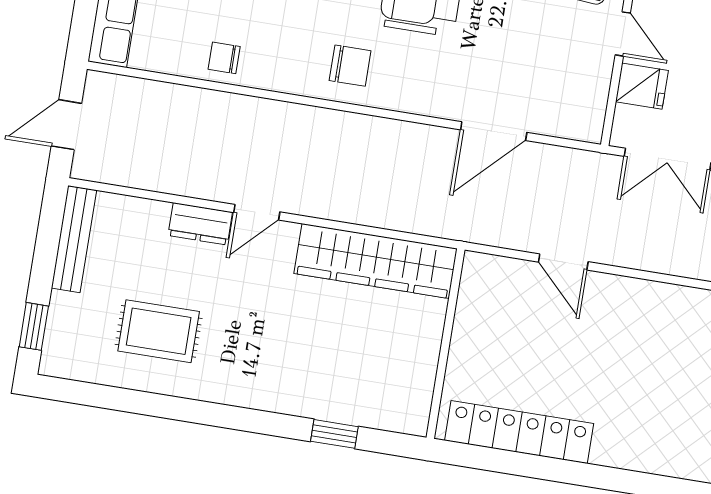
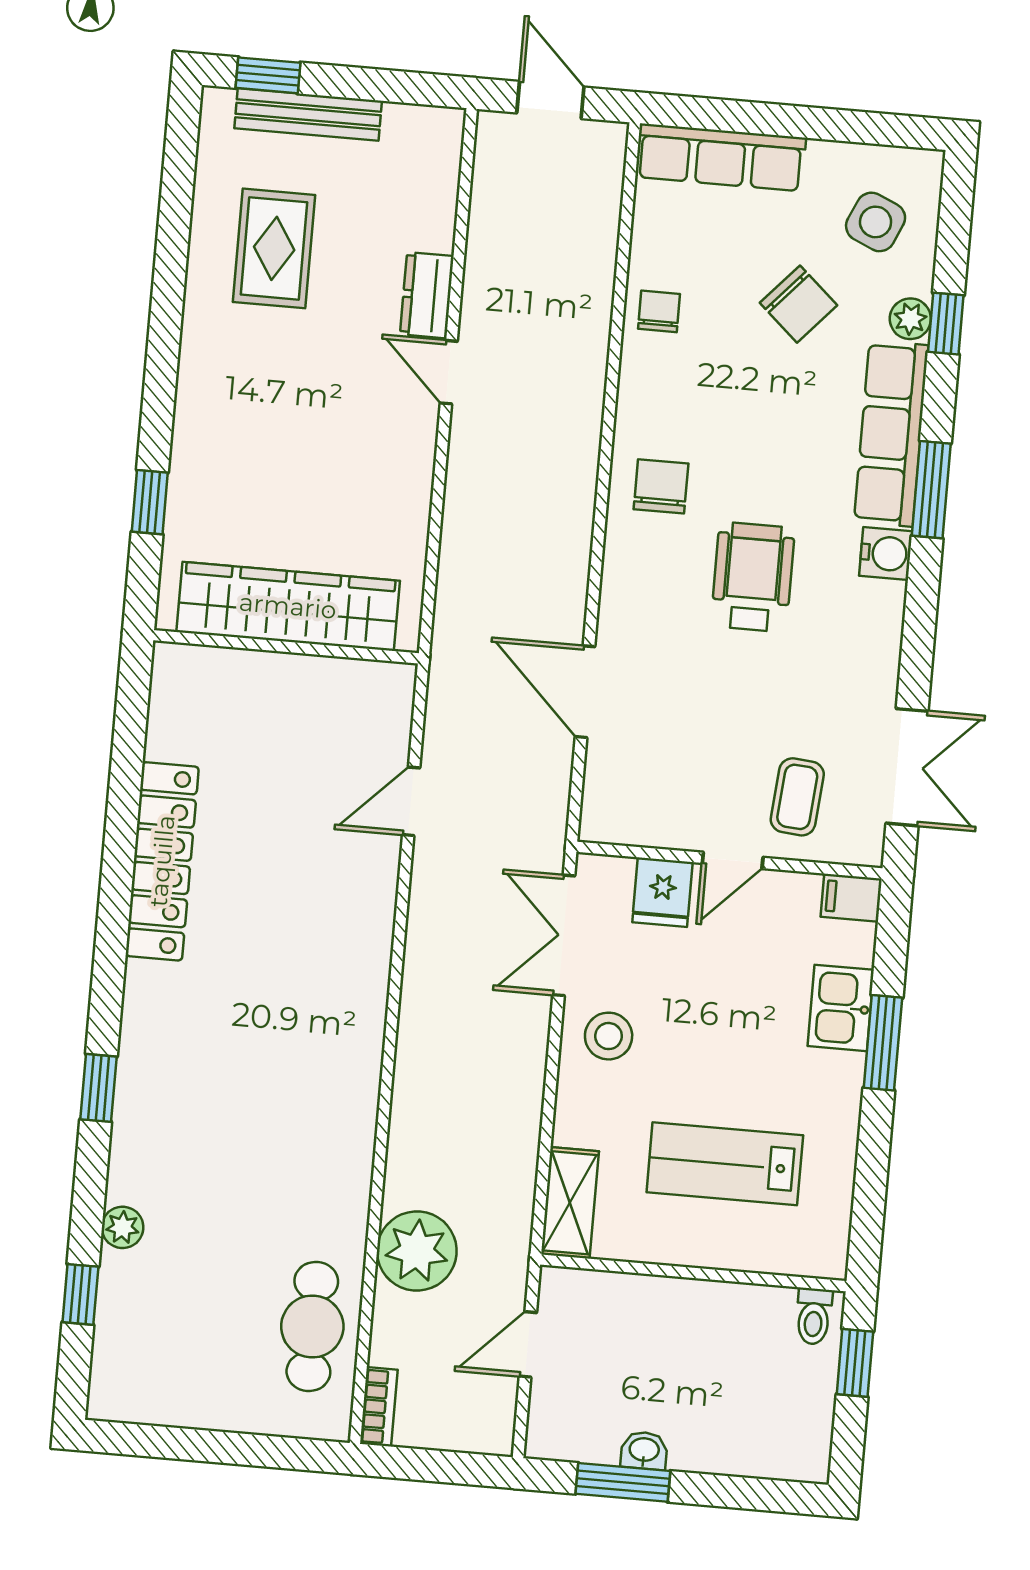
chair: (350, 66) -> (661, 486), turned 180
bench: (74, 239) -> (308, 114), moved
wardrobe: (376, 261) -> (288, 606), moved, turned 90
locker: (519, 432) -> (162, 861), moved

